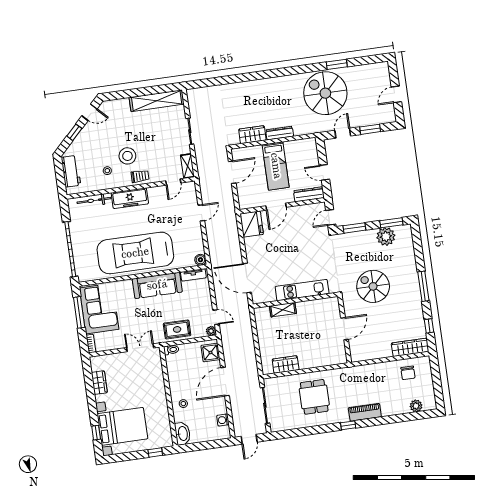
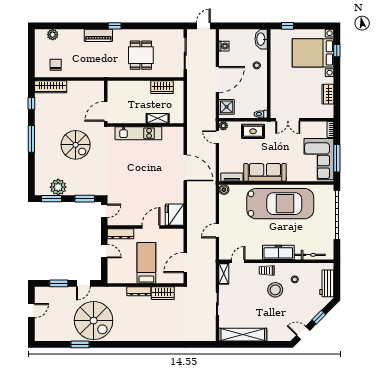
kitchen unit: (302, 290) -> (138, 133), moved
wall: (295, 300) -> (146, 125), moved
shelving: (283, 310) -> (158, 118), moved

